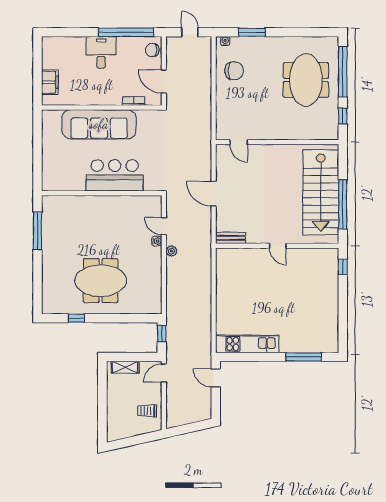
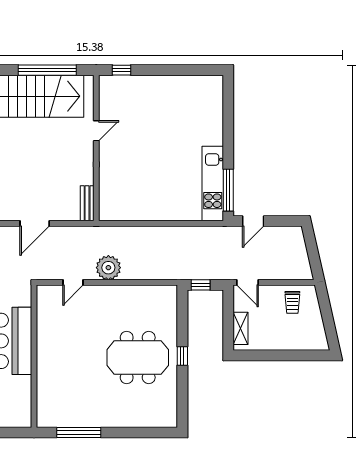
water cooler: (157, 241) -> (91, 291), removed
door: (278, 246) -> (96, 131), moved
plant: (171, 251) -> (108, 268), width x1.87, depth x1.87
meeting table: (101, 281) -> (138, 357), turned 90
window: (76, 318) -> (182, 356), moved
window: (303, 357) -> (228, 190), moved

